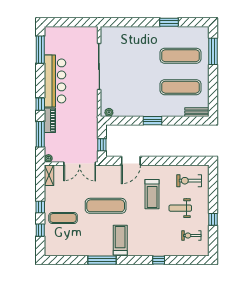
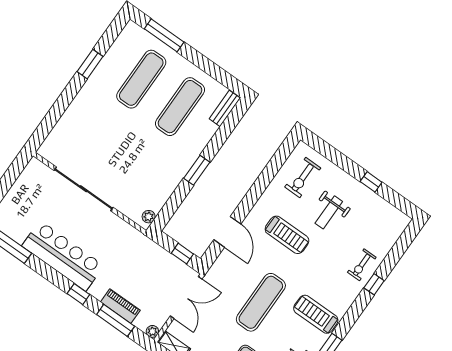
piano: (50, 120) -> (120, 306), moved
exercise bike: (191, 236) -> (362, 265), moved

